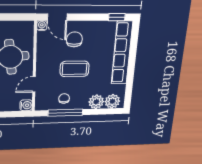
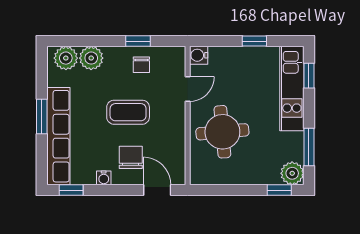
water cooler: (42, 26) -> (104, 178), moved
chair: (74, 39) -> (131, 157), turned 180
window: (131, 65) -> (42, 117), added
window: (65, 113) -> (138, 41), width x0.46

